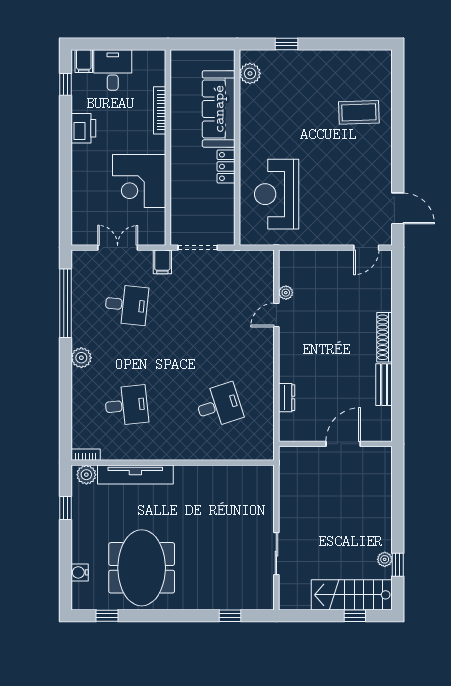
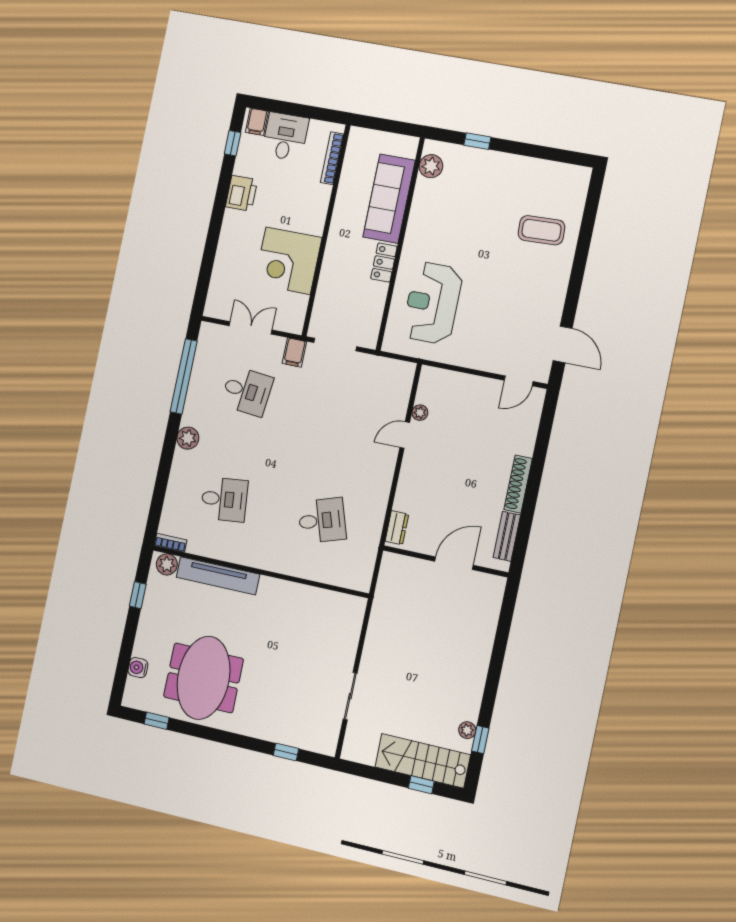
bookcase: (160, 110) -> (332, 158), moved
wall: (335, 444) -> (445, 561), moved
door: (343, 444) -> (454, 563), moved

